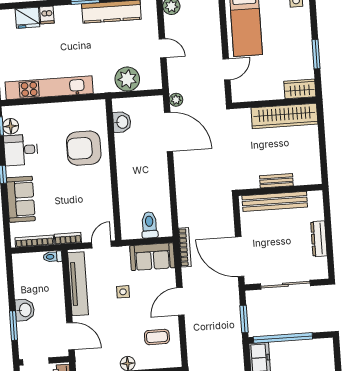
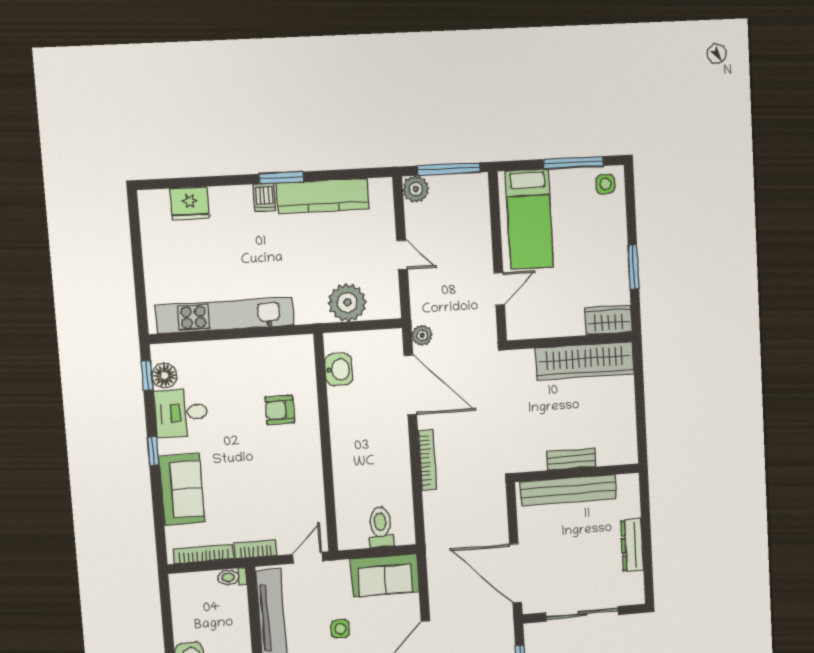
dishwasher: (47, 15) -> (264, 197), moved
armchair: (84, 148) -> (280, 410), width x0.53, depth x0.53
bookcase: (185, 247) -> (428, 460), moved

